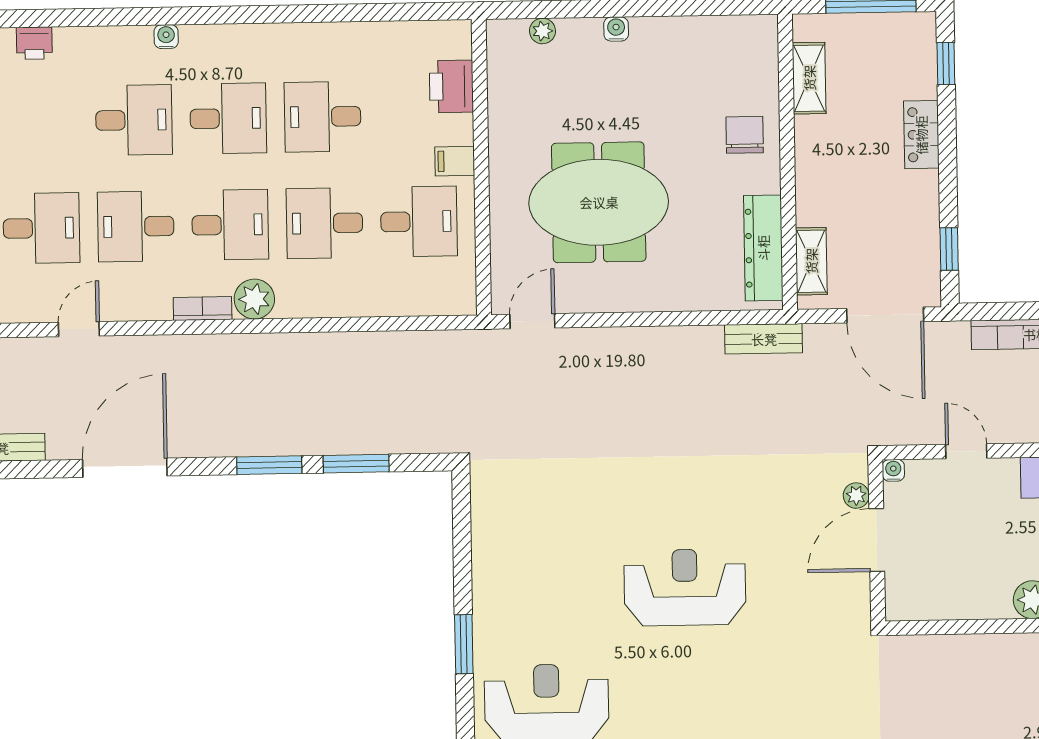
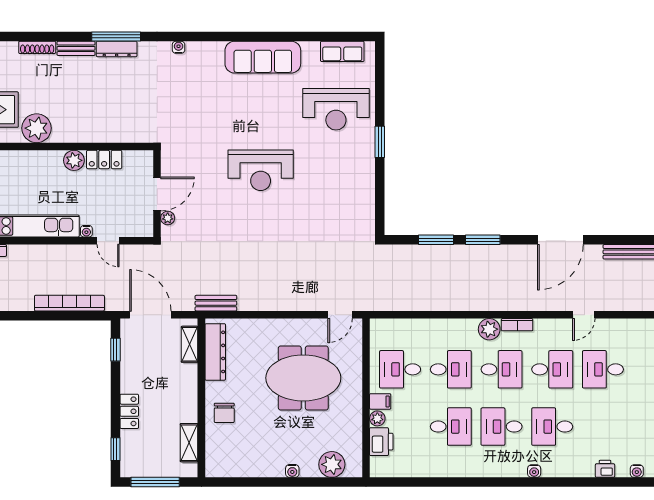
plant: (542, 31) -> (332, 464), width x1.87, depth x1.87
plant: (460, 129) -> (377, 418), added
desk: (230, 225) -> (502, 369), turned 180
water cooler: (893, 470) -> (86, 231), moved
locker: (976, 602) -> (104, 160), added

